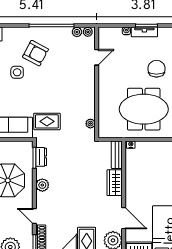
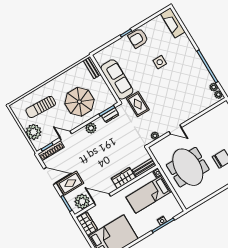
armchair: (35, 53) -> (181, 67), removed
door: (97, 57) -> (175, 130), moved
bed: (147, 166) -> (149, 194), added
door: (34, 216) -> (66, 136), hinge flipped
door: (124, 218) -> (102, 200), swing flipped

